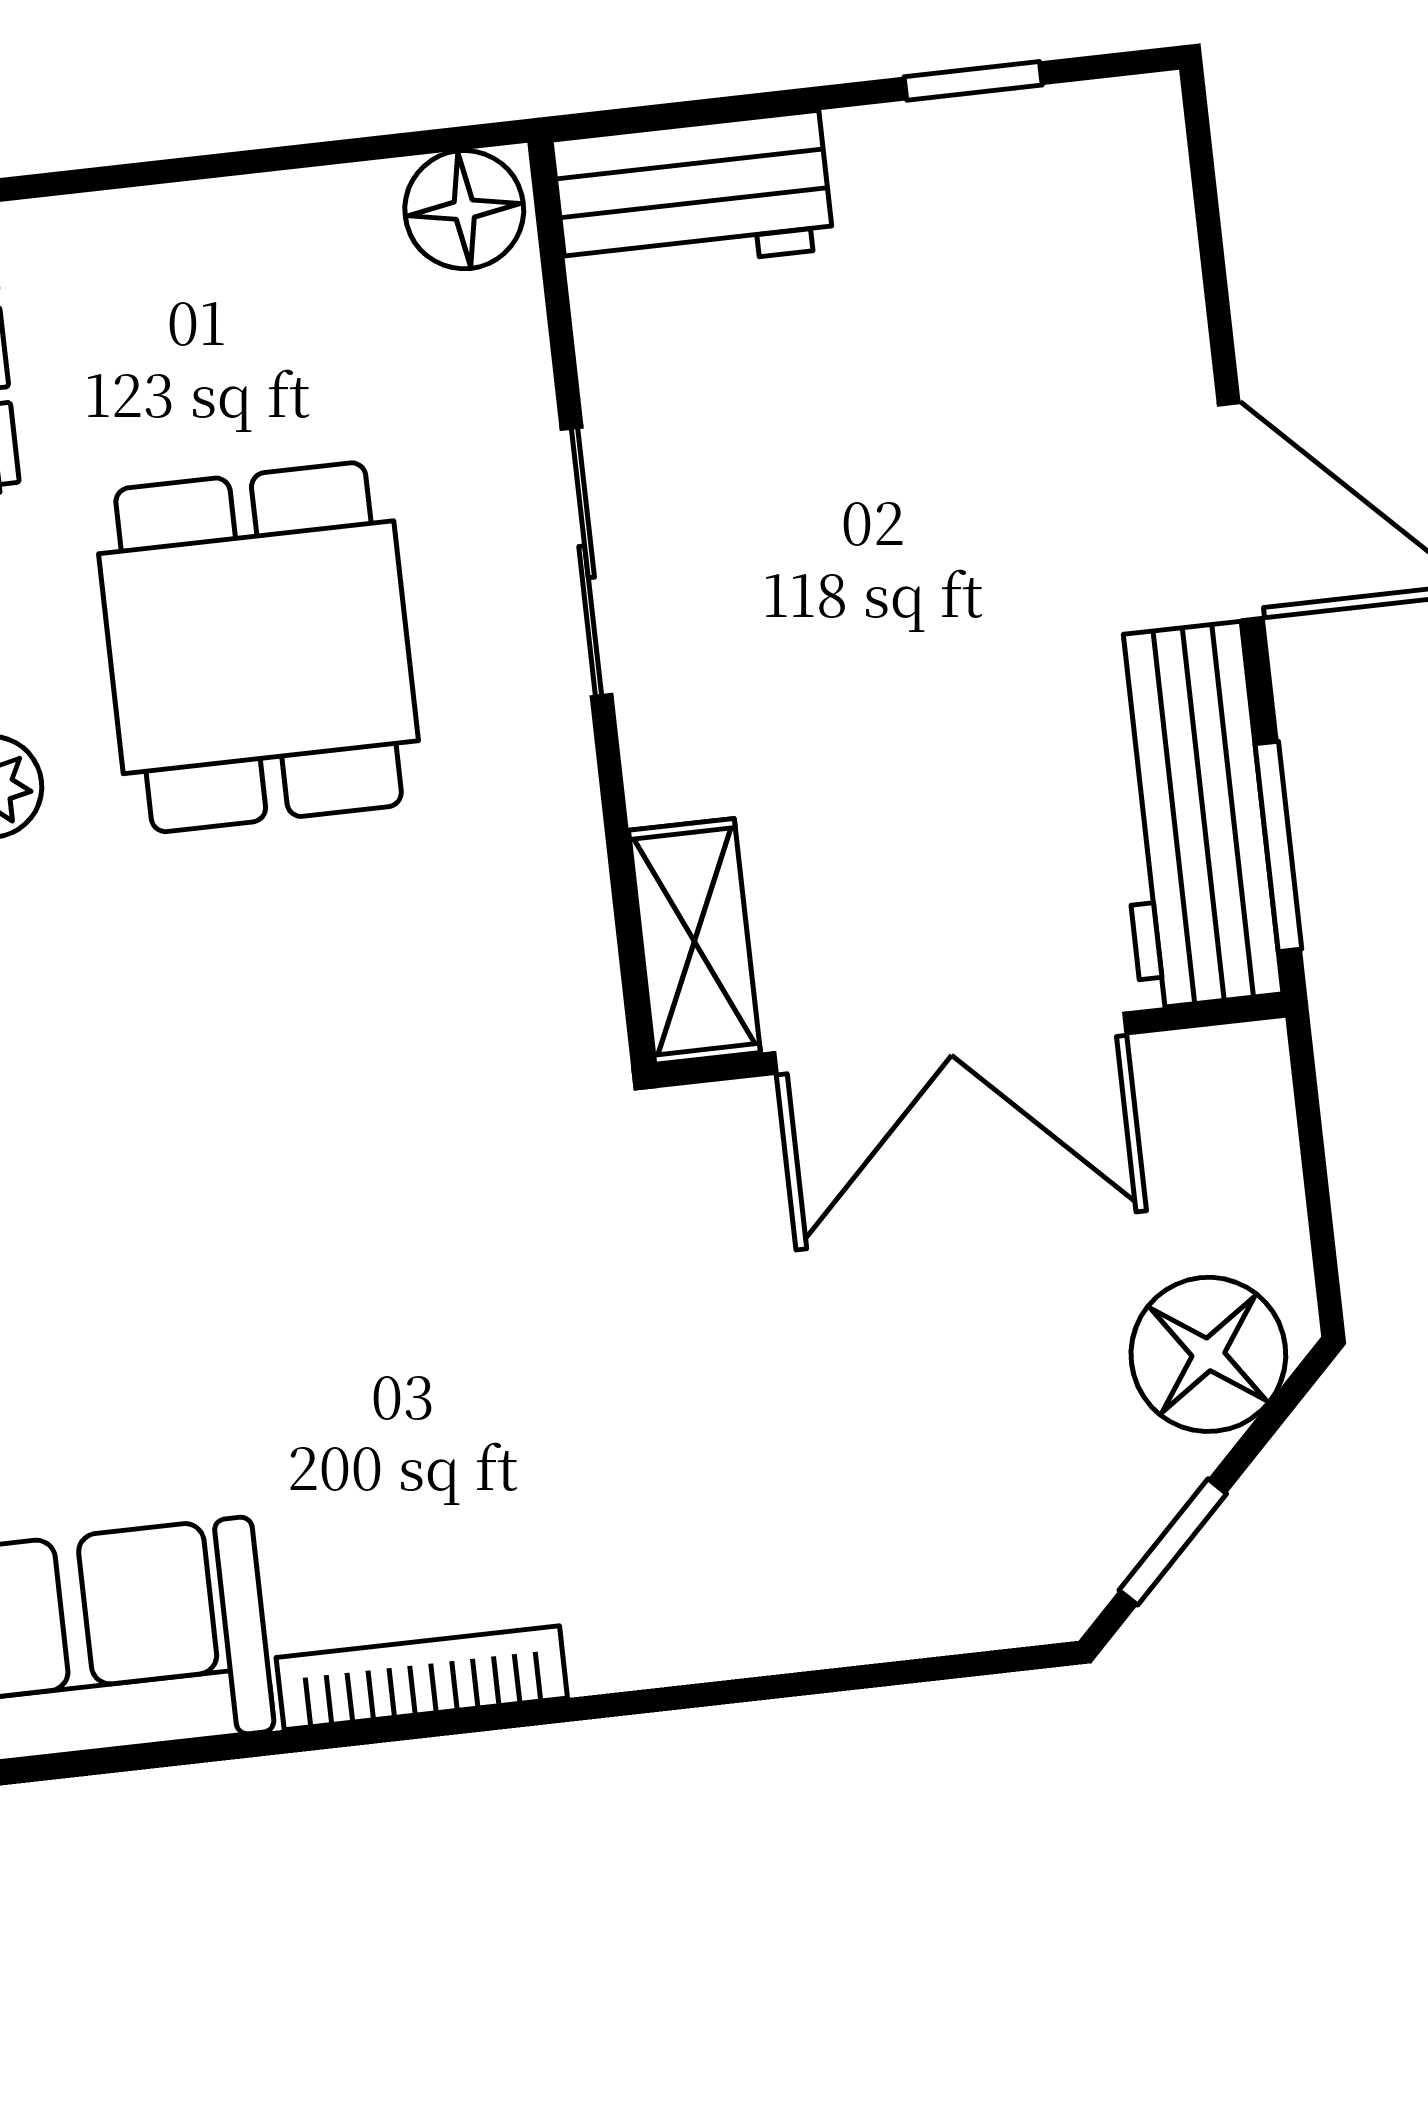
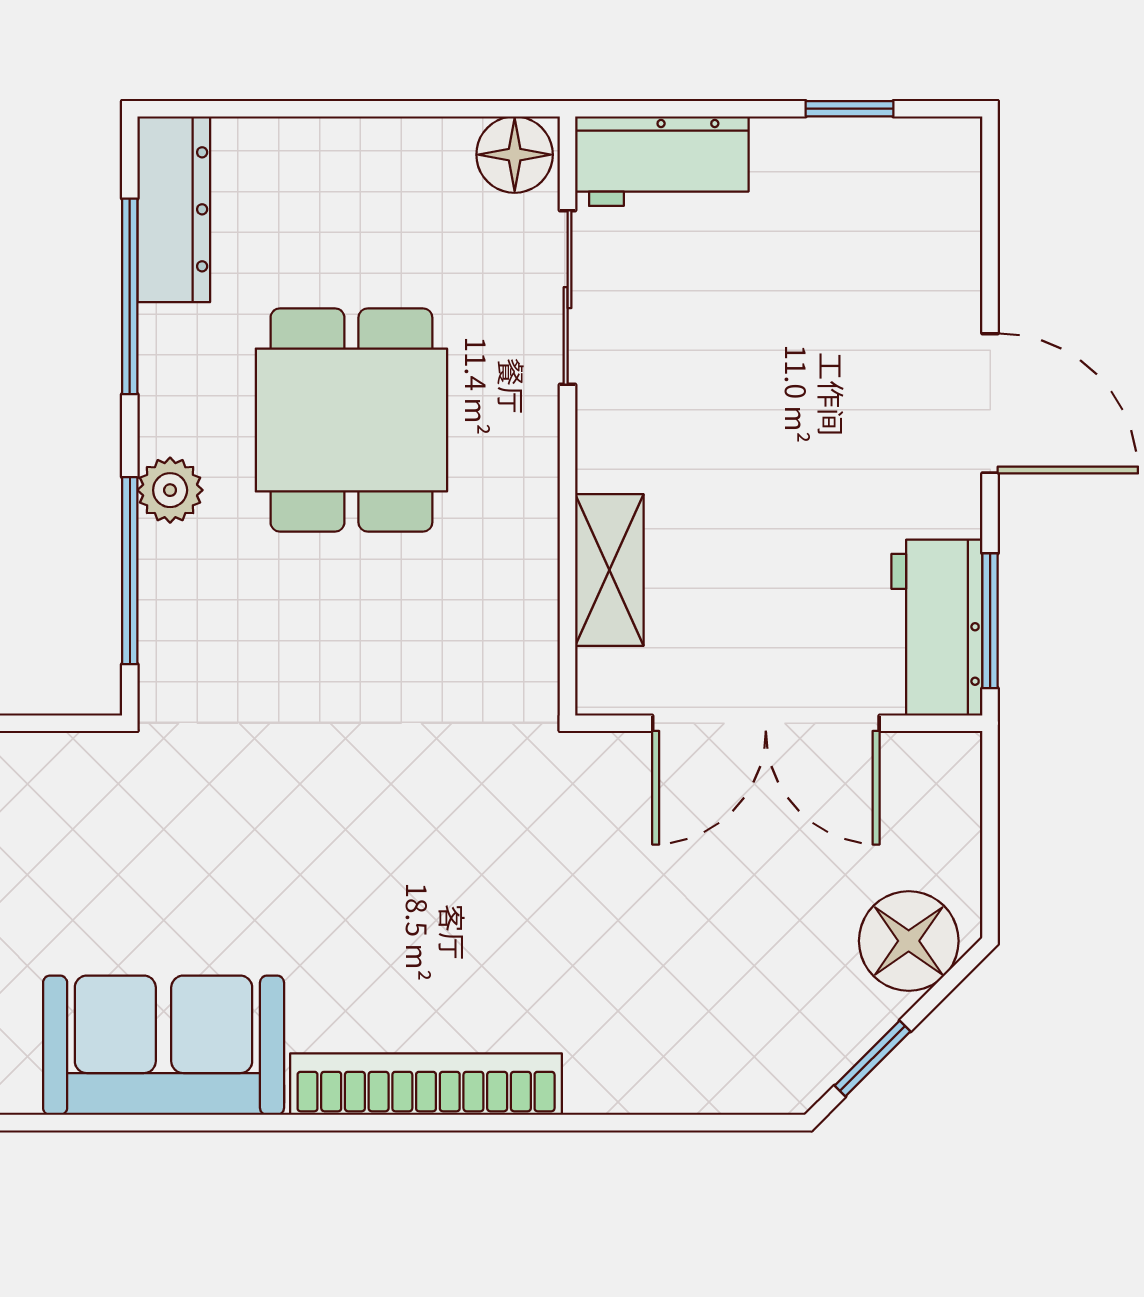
sliding door: (587, 562) -> (568, 298), moved
workbench: (1192, 815) -> (937, 628), width x0.73
shelving: (694, 941) -> (609, 570), moved
bookcase: (422, 1678) -> (426, 1084), width x1.48, depth x1.31

